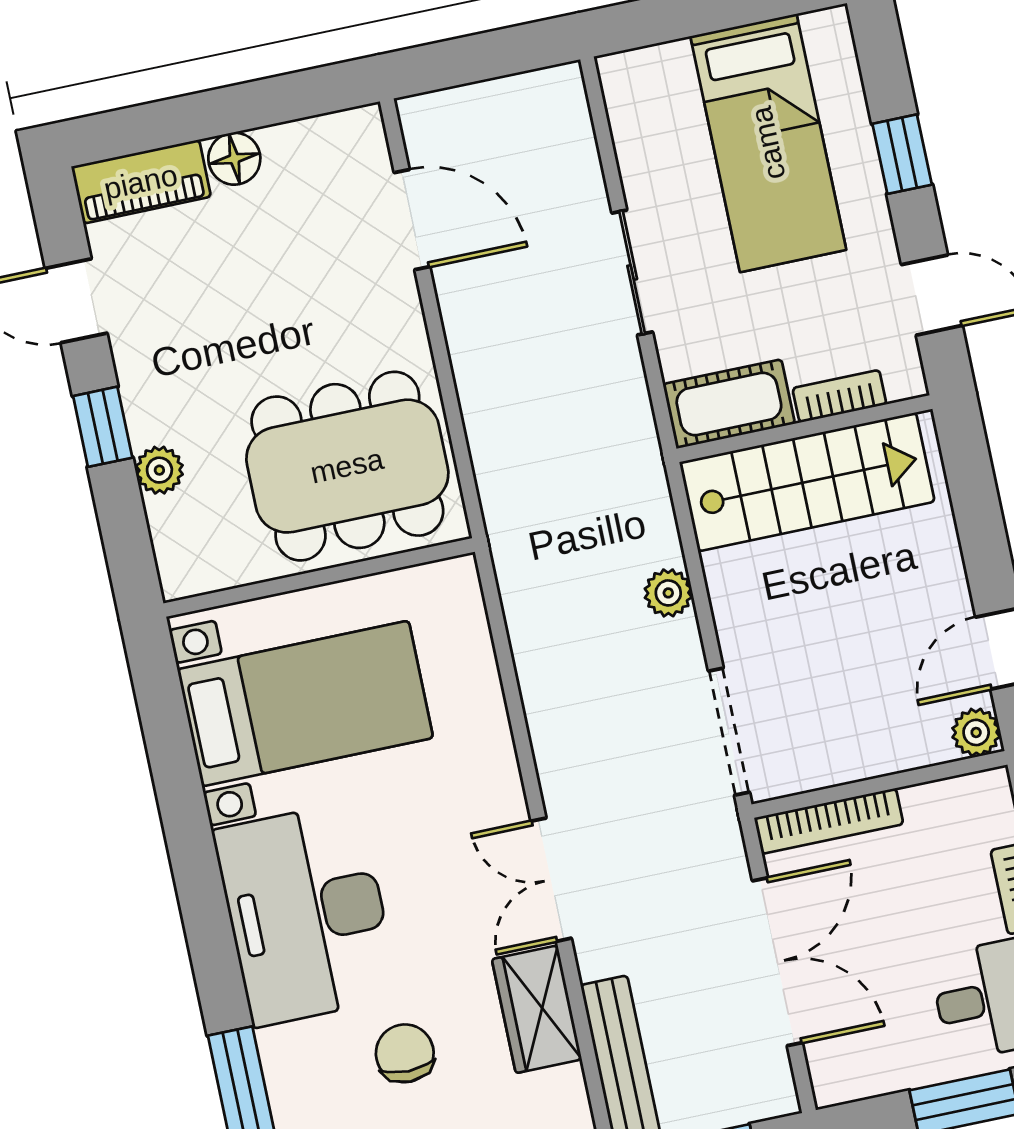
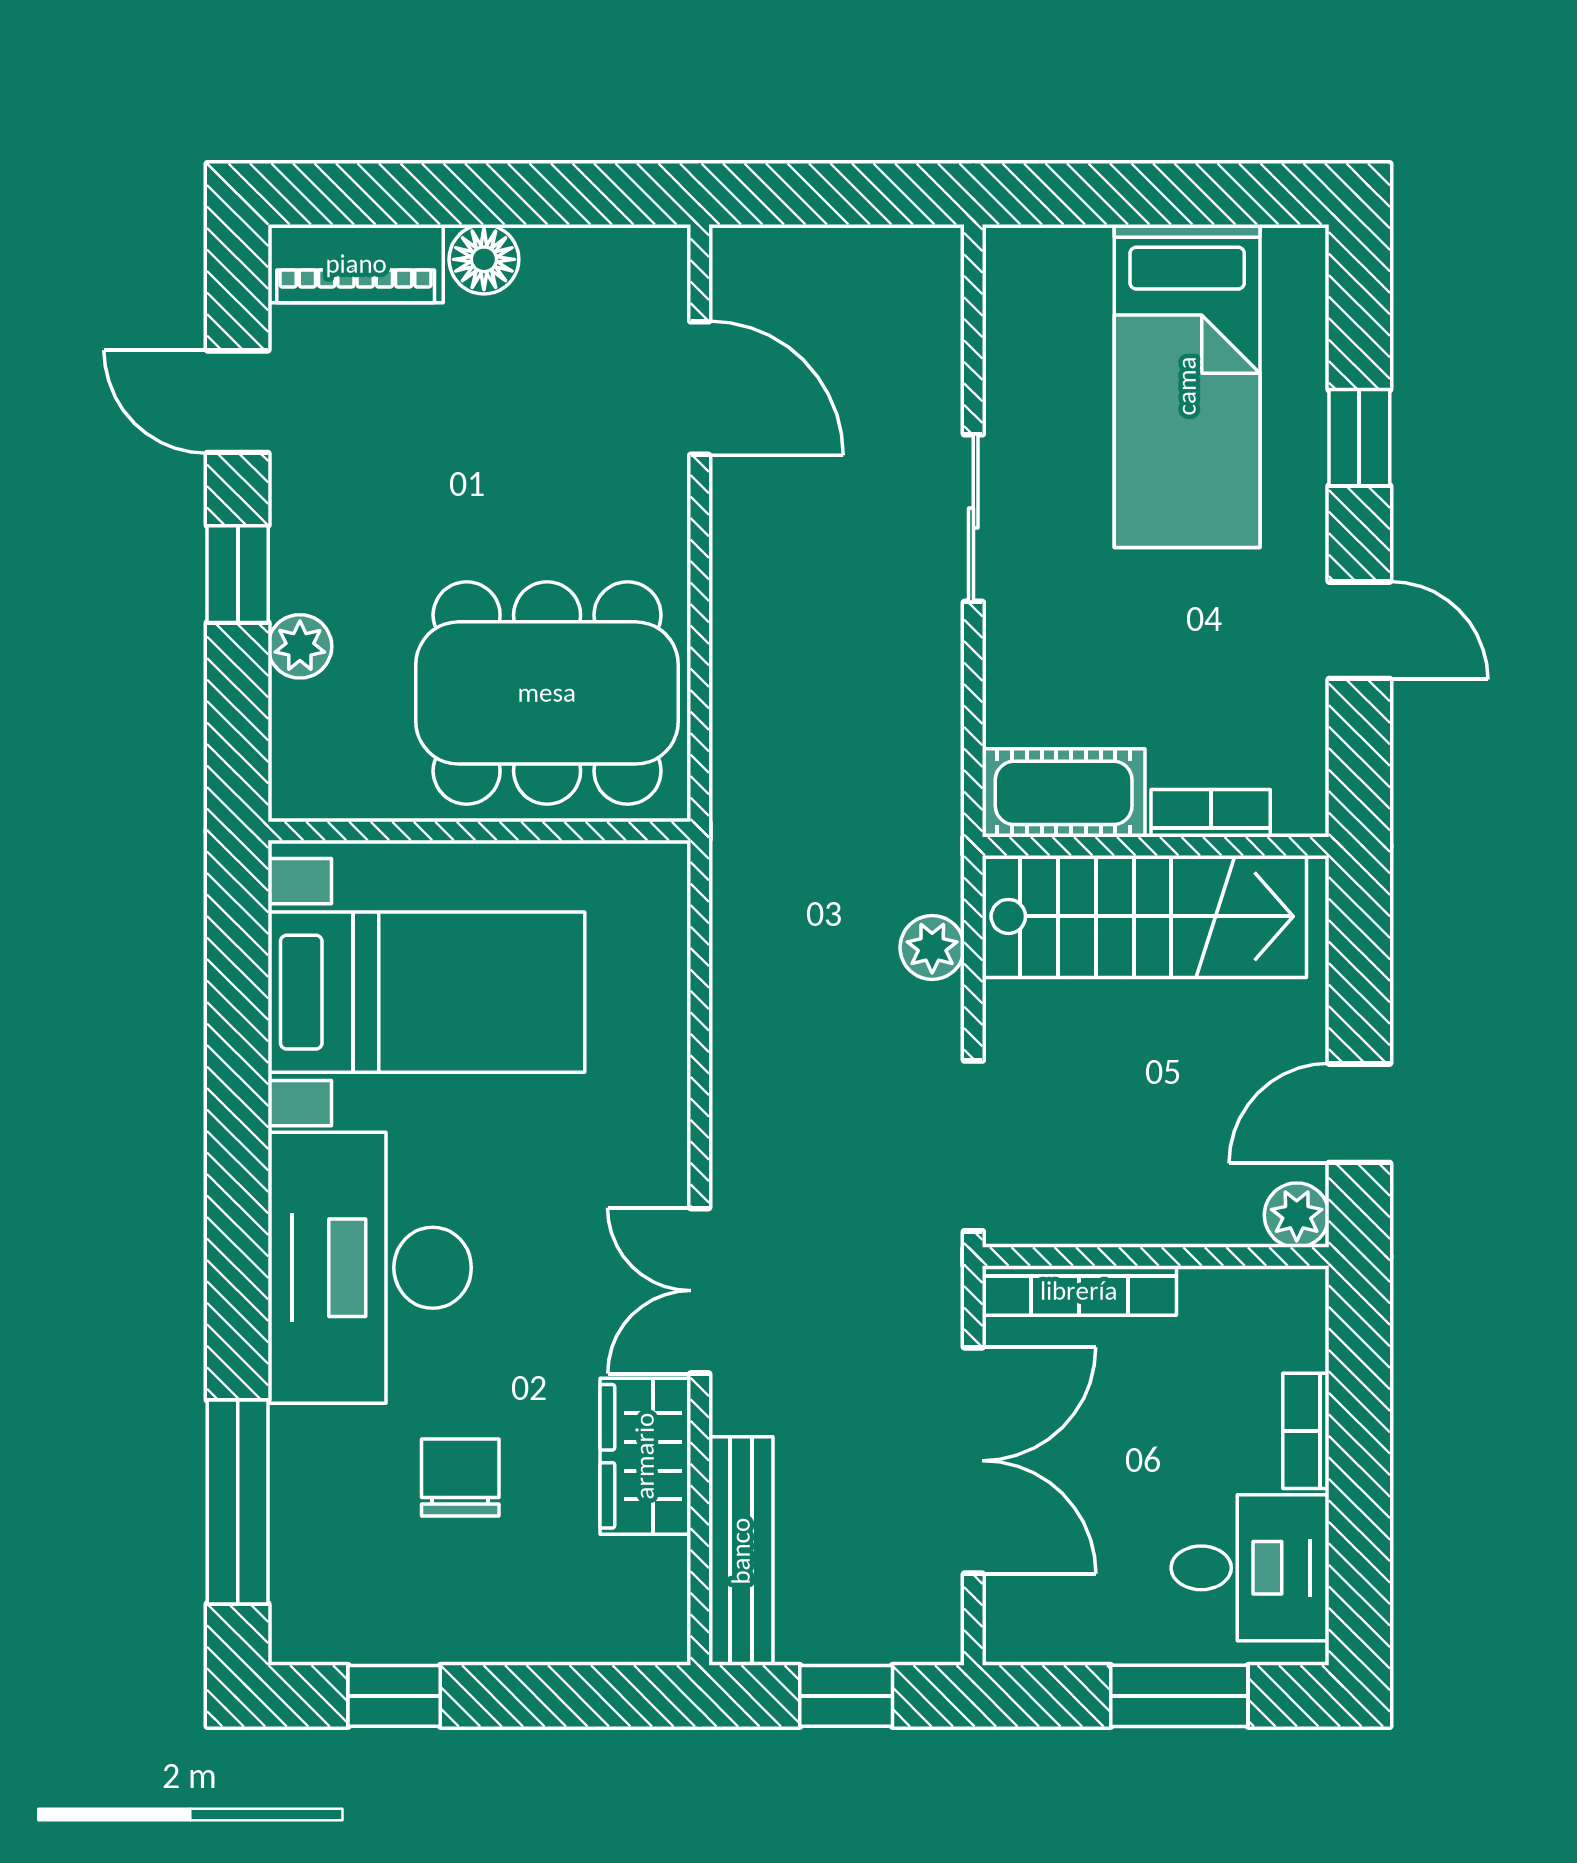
bookcase: (839, 396) -> (1211, 813), moved
cot: (729, 404) -> (1064, 793), moved
wall: (804, 429) -> (1156, 846), moved
stairs: (807, 482) -> (1144, 916), moved

